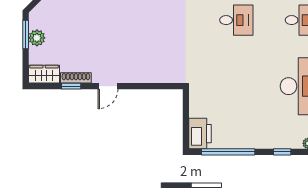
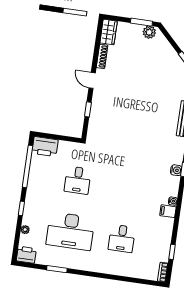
desk: (236, 20) -> (78, 180), moved
plant: (37, 38) -> (149, 32), moved
window: (71, 86) -> (88, 109), moved

